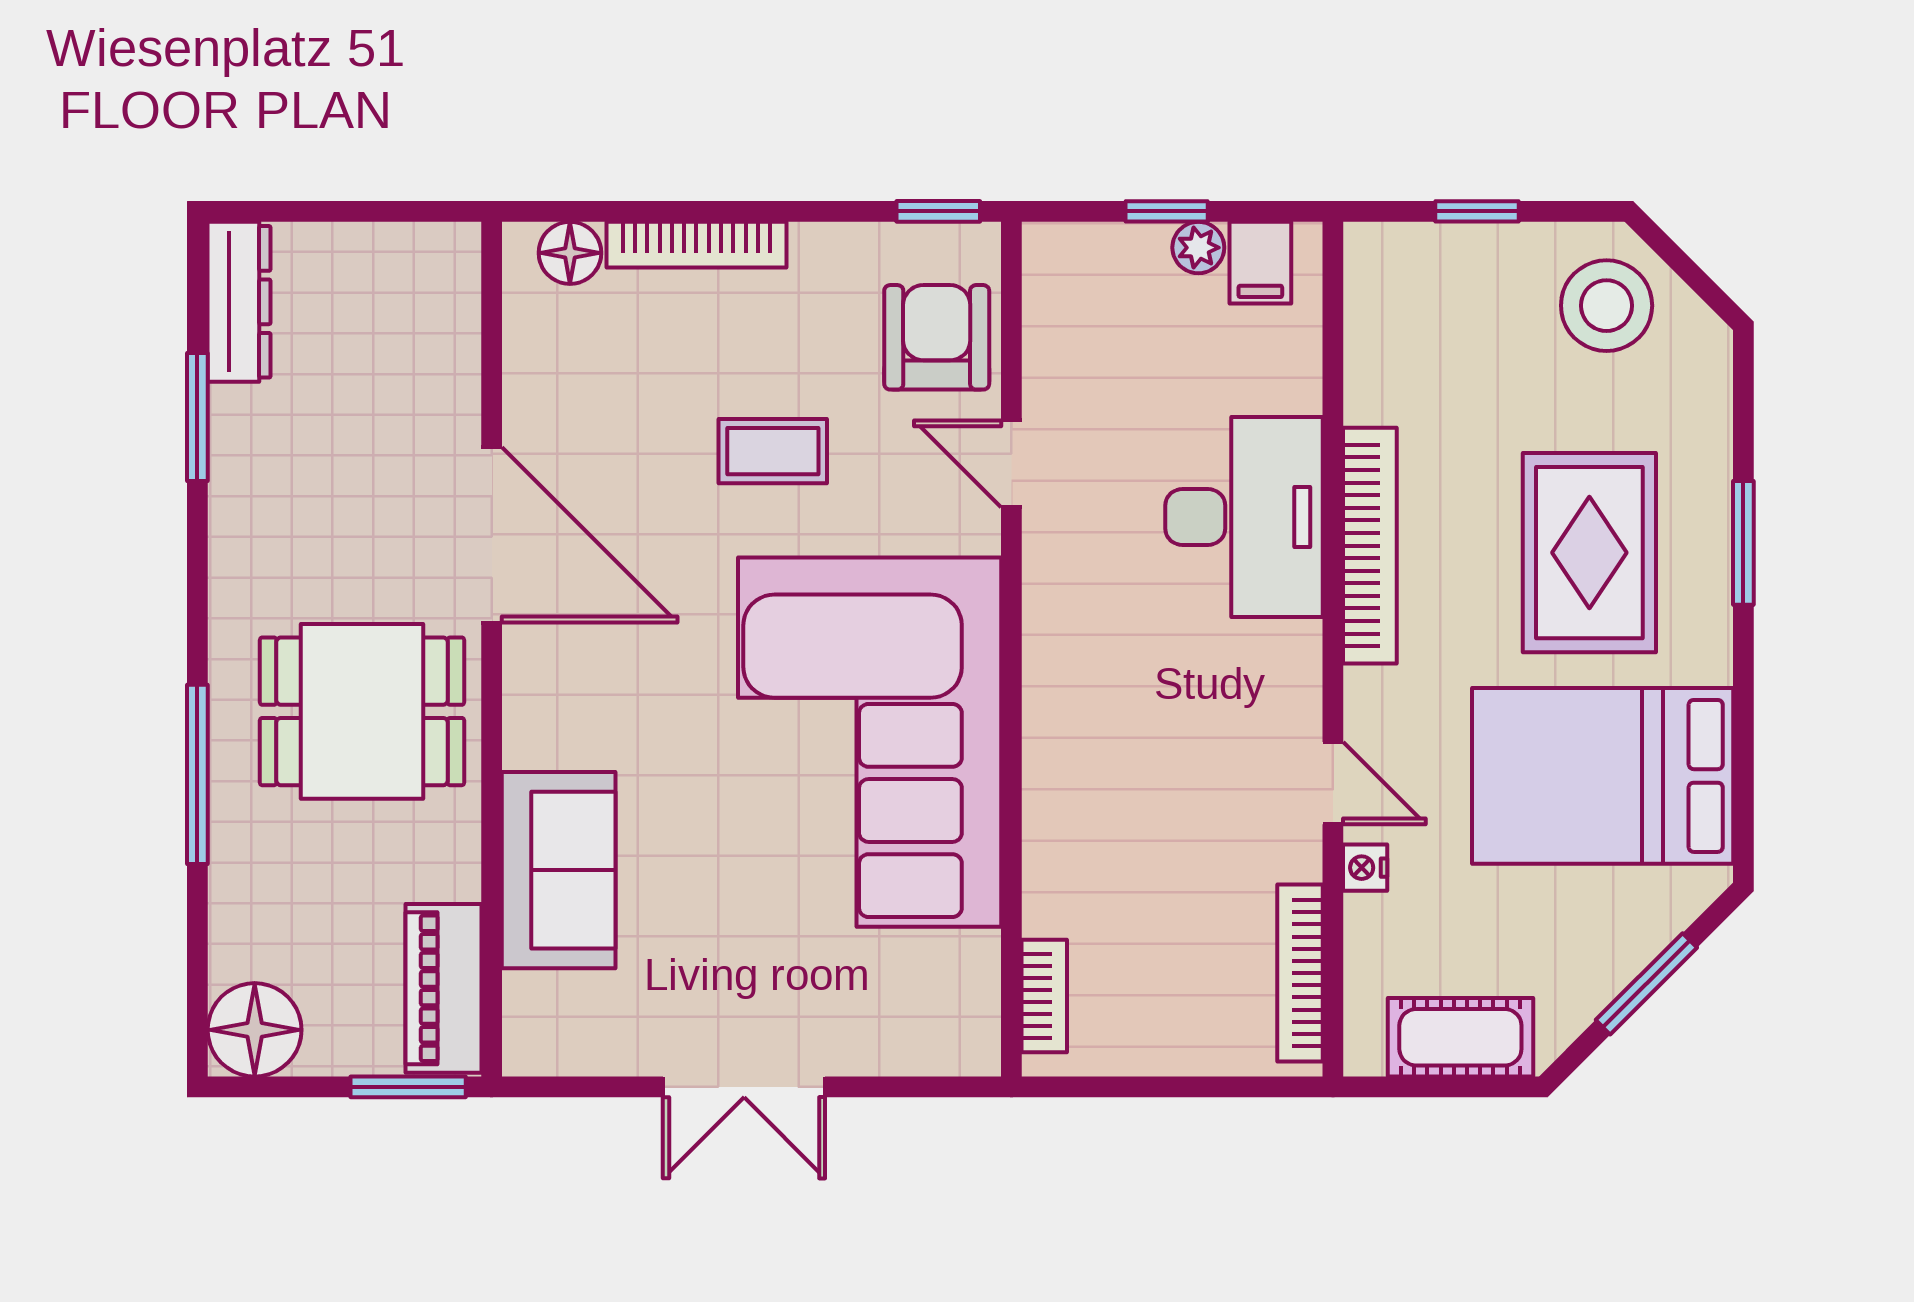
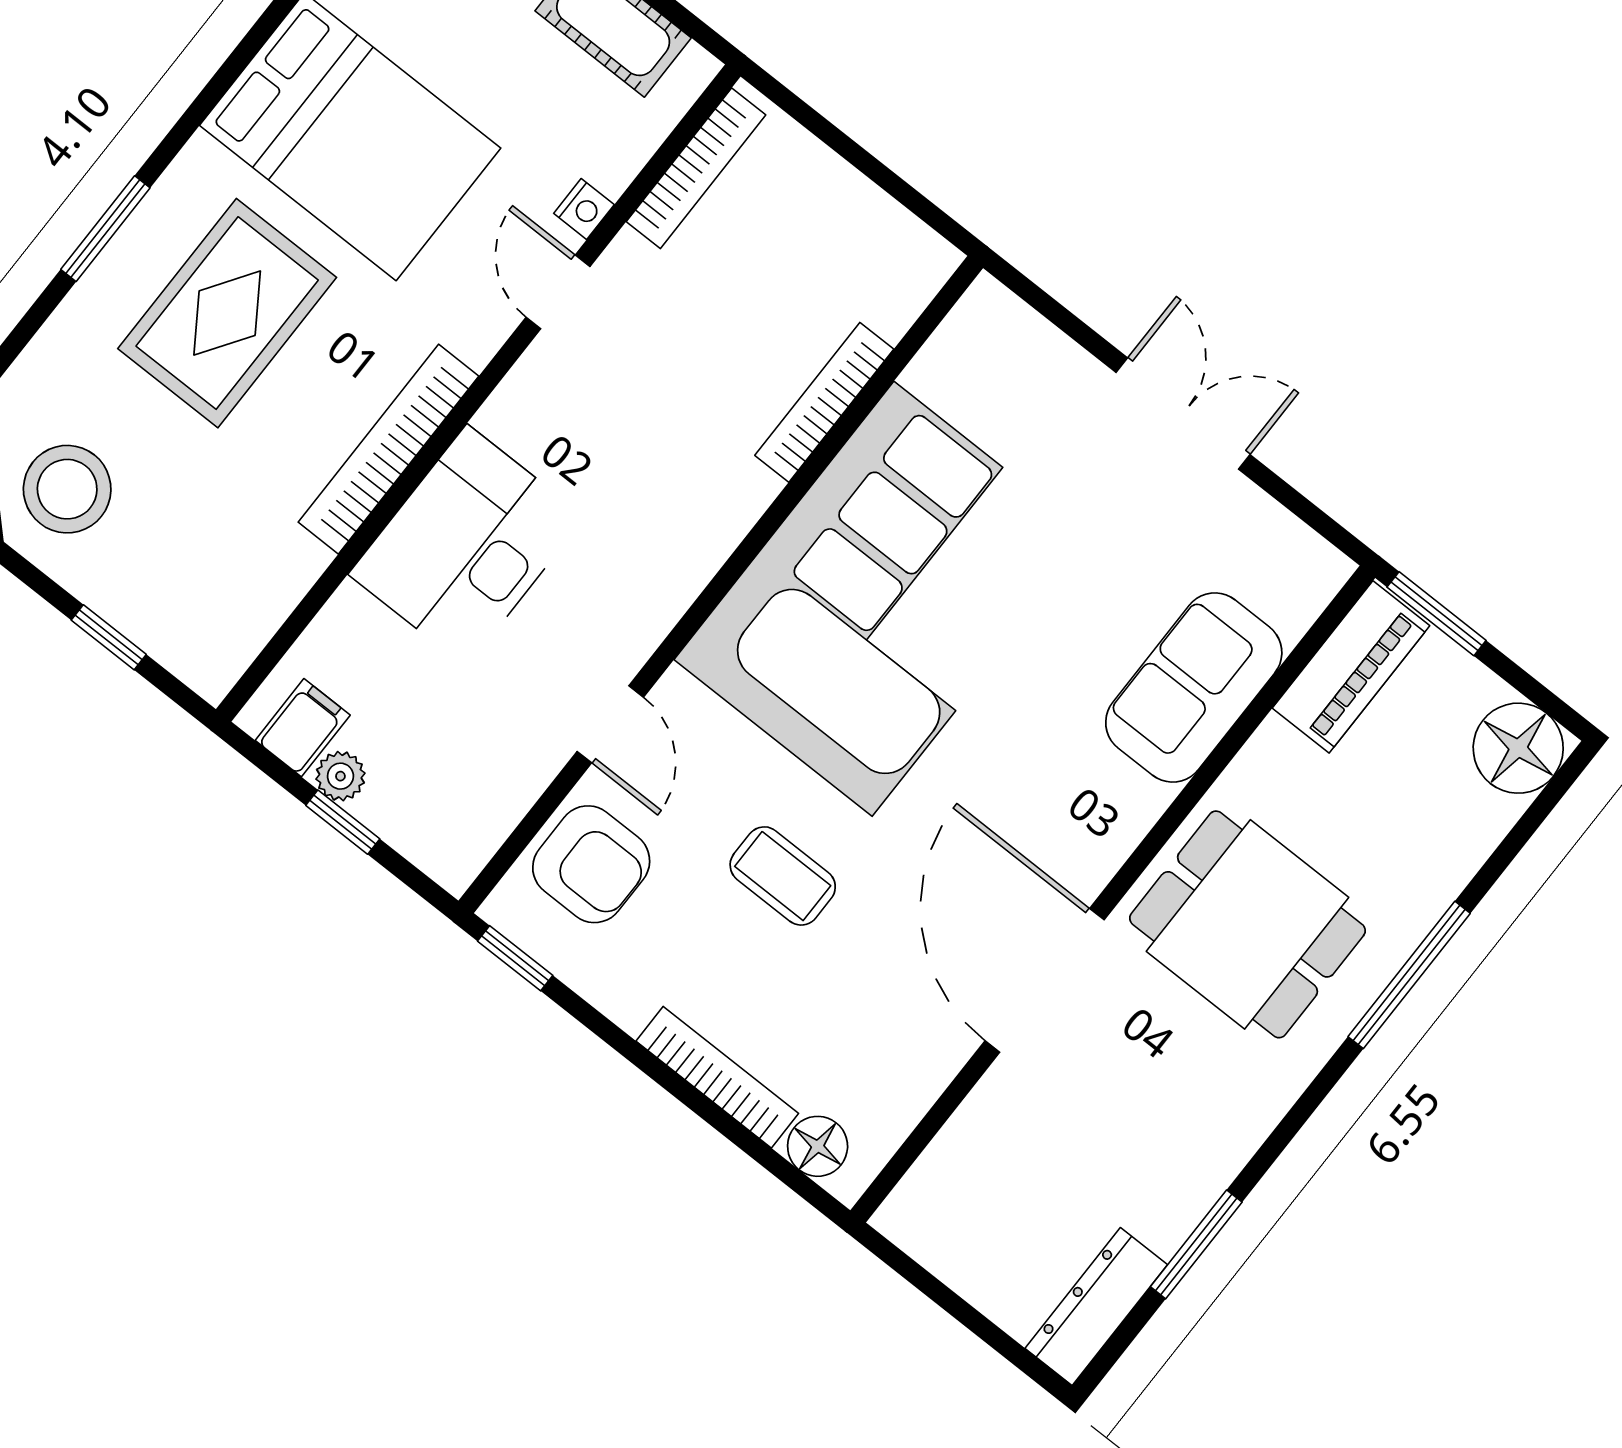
armchair: (937, 337) -> (591, 864), turned -90
bookcase: (1044, 996) -> (824, 402), moved, width x1.56

